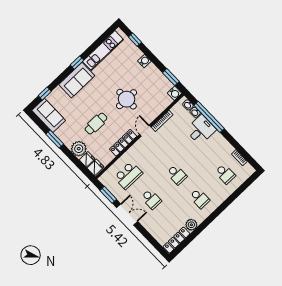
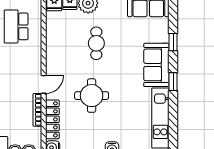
window: (45, 93) -> (173, 42), moved
door: (145, 131) -> (44, 84), hinge flipped
locker: (123, 143) -> (52, 119), moved

